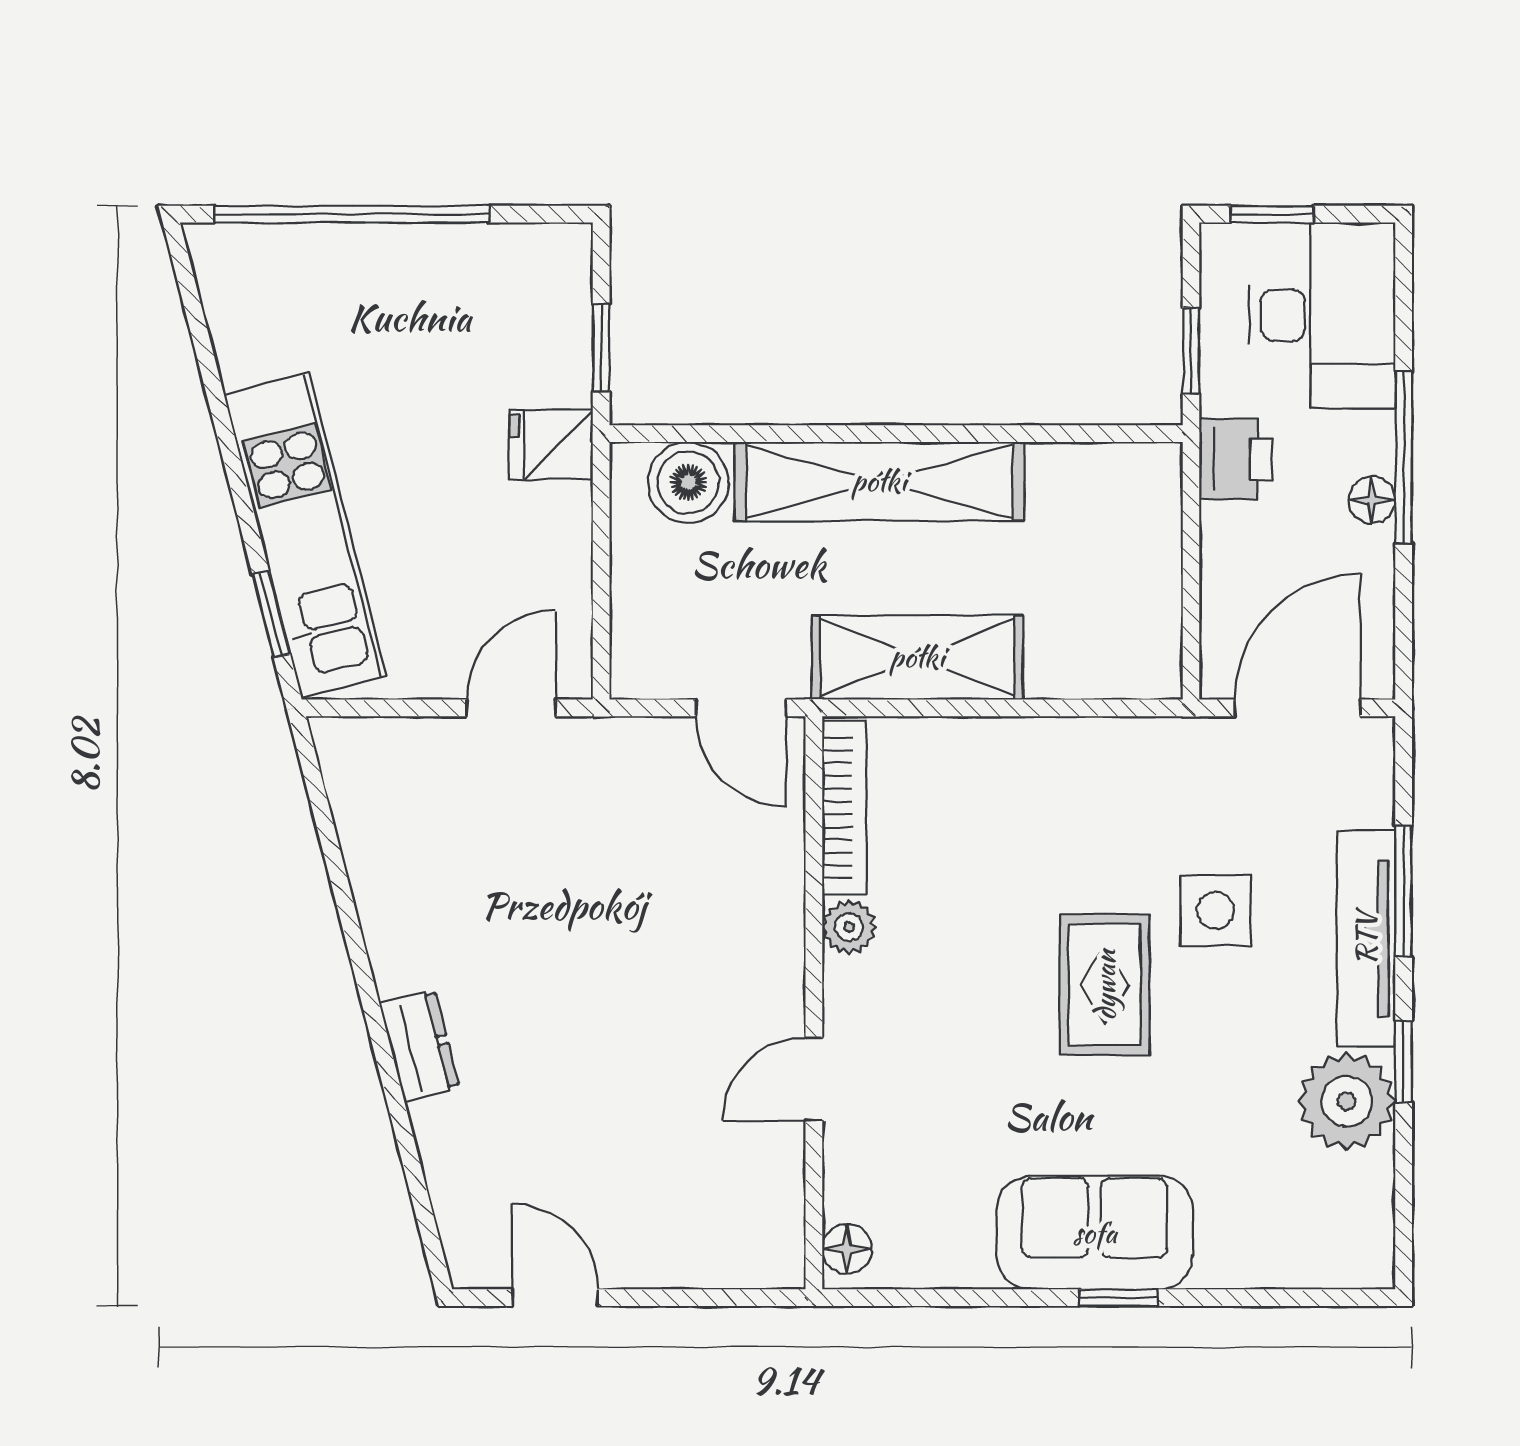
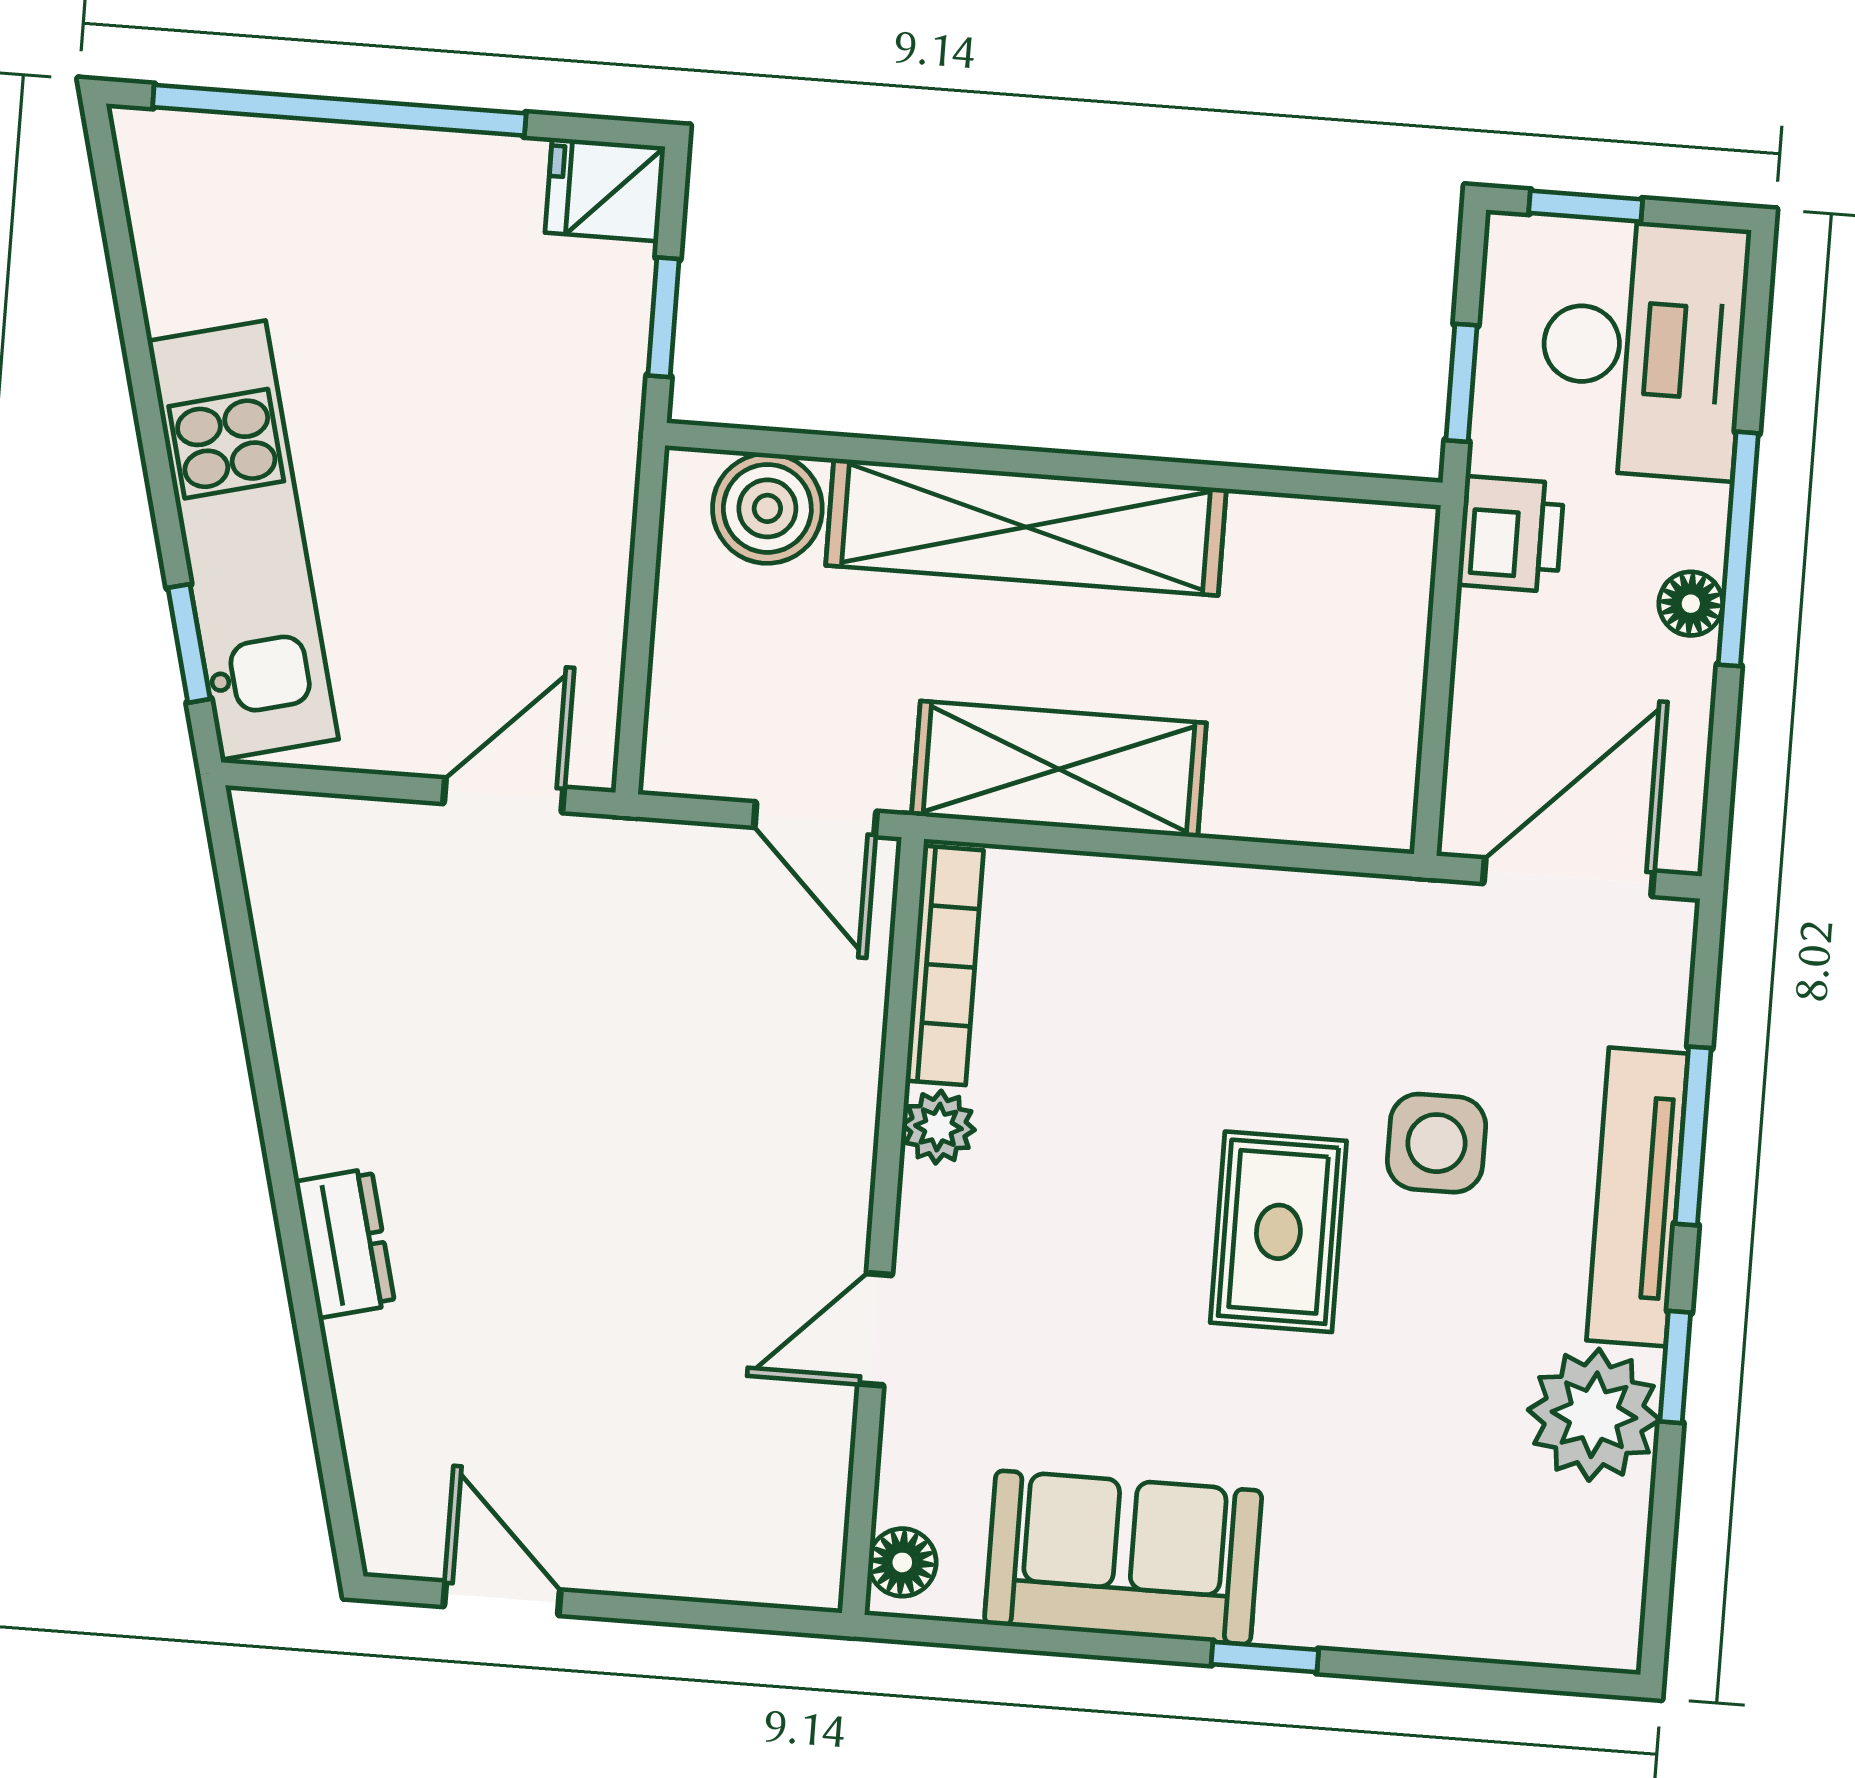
fridge: (551, 445) -> (605, 190), moved
sofa: (1095, 1233) -> (1123, 1557), moved

